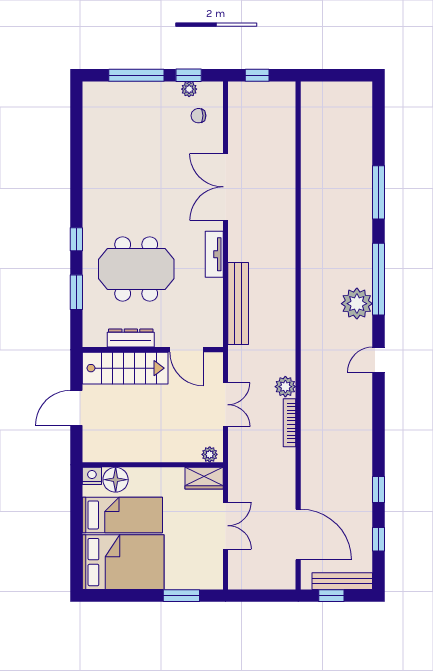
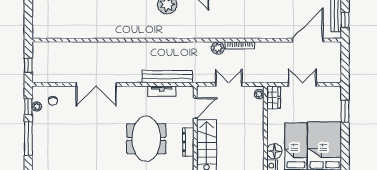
tv unit: (214, 254) -> (162, 91), moved

